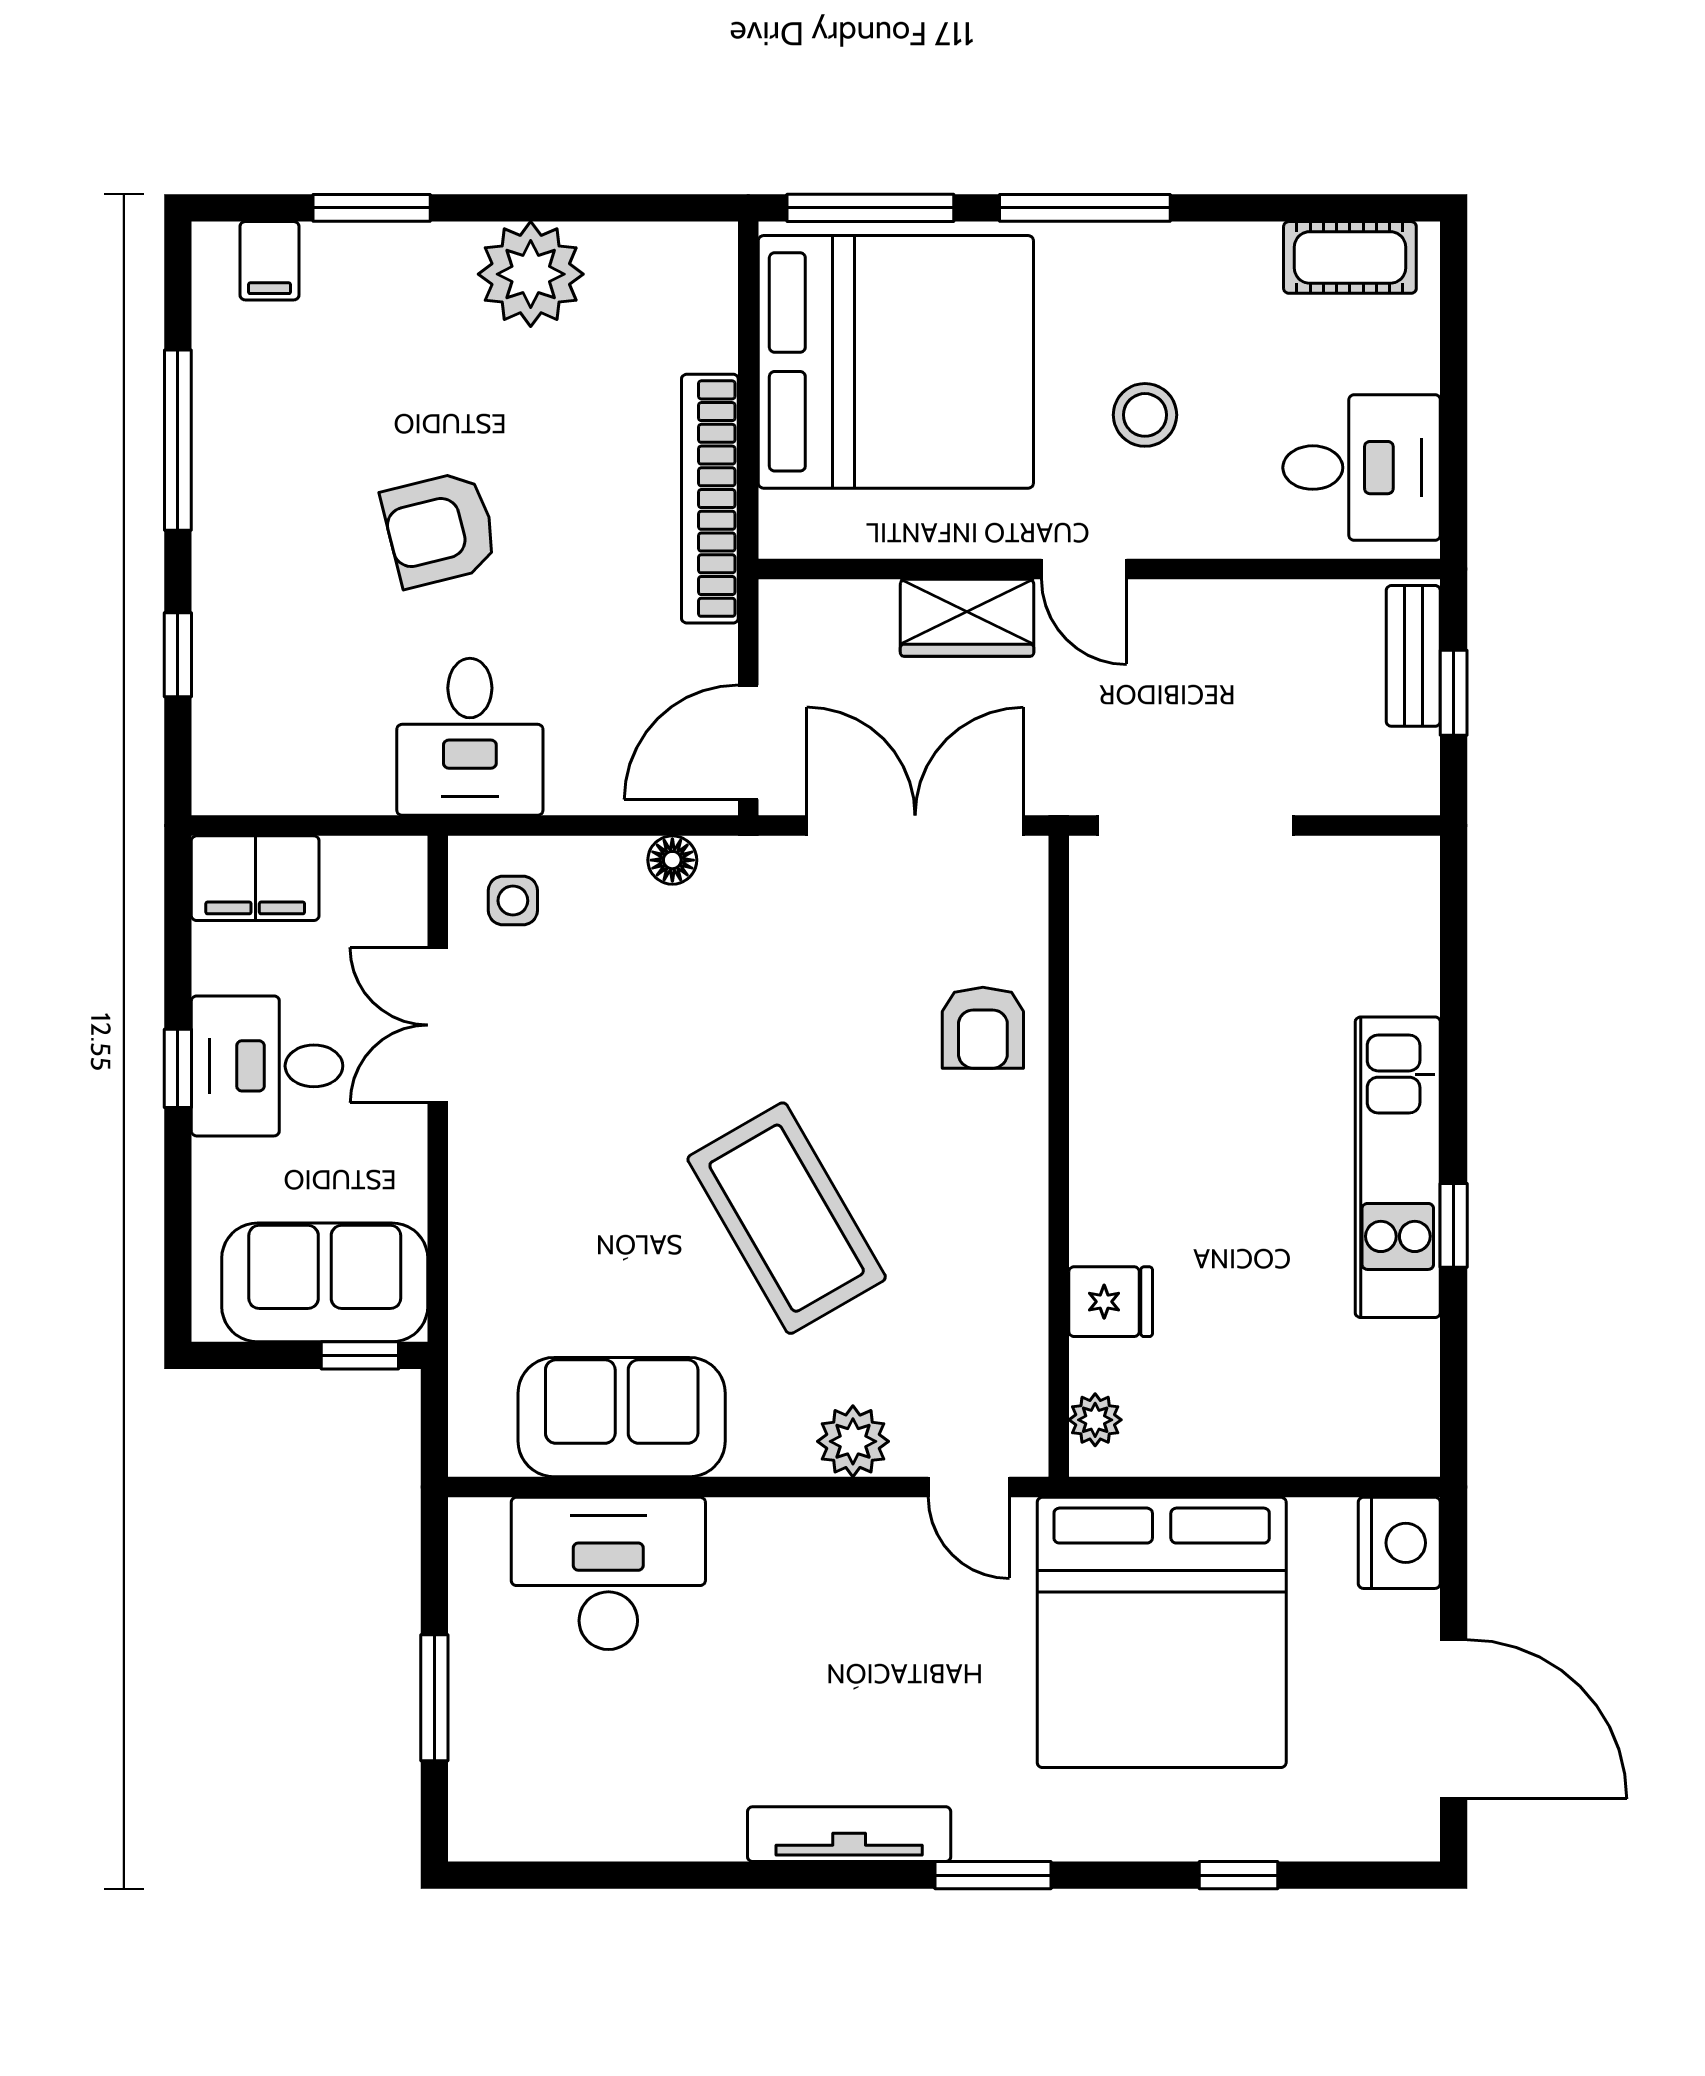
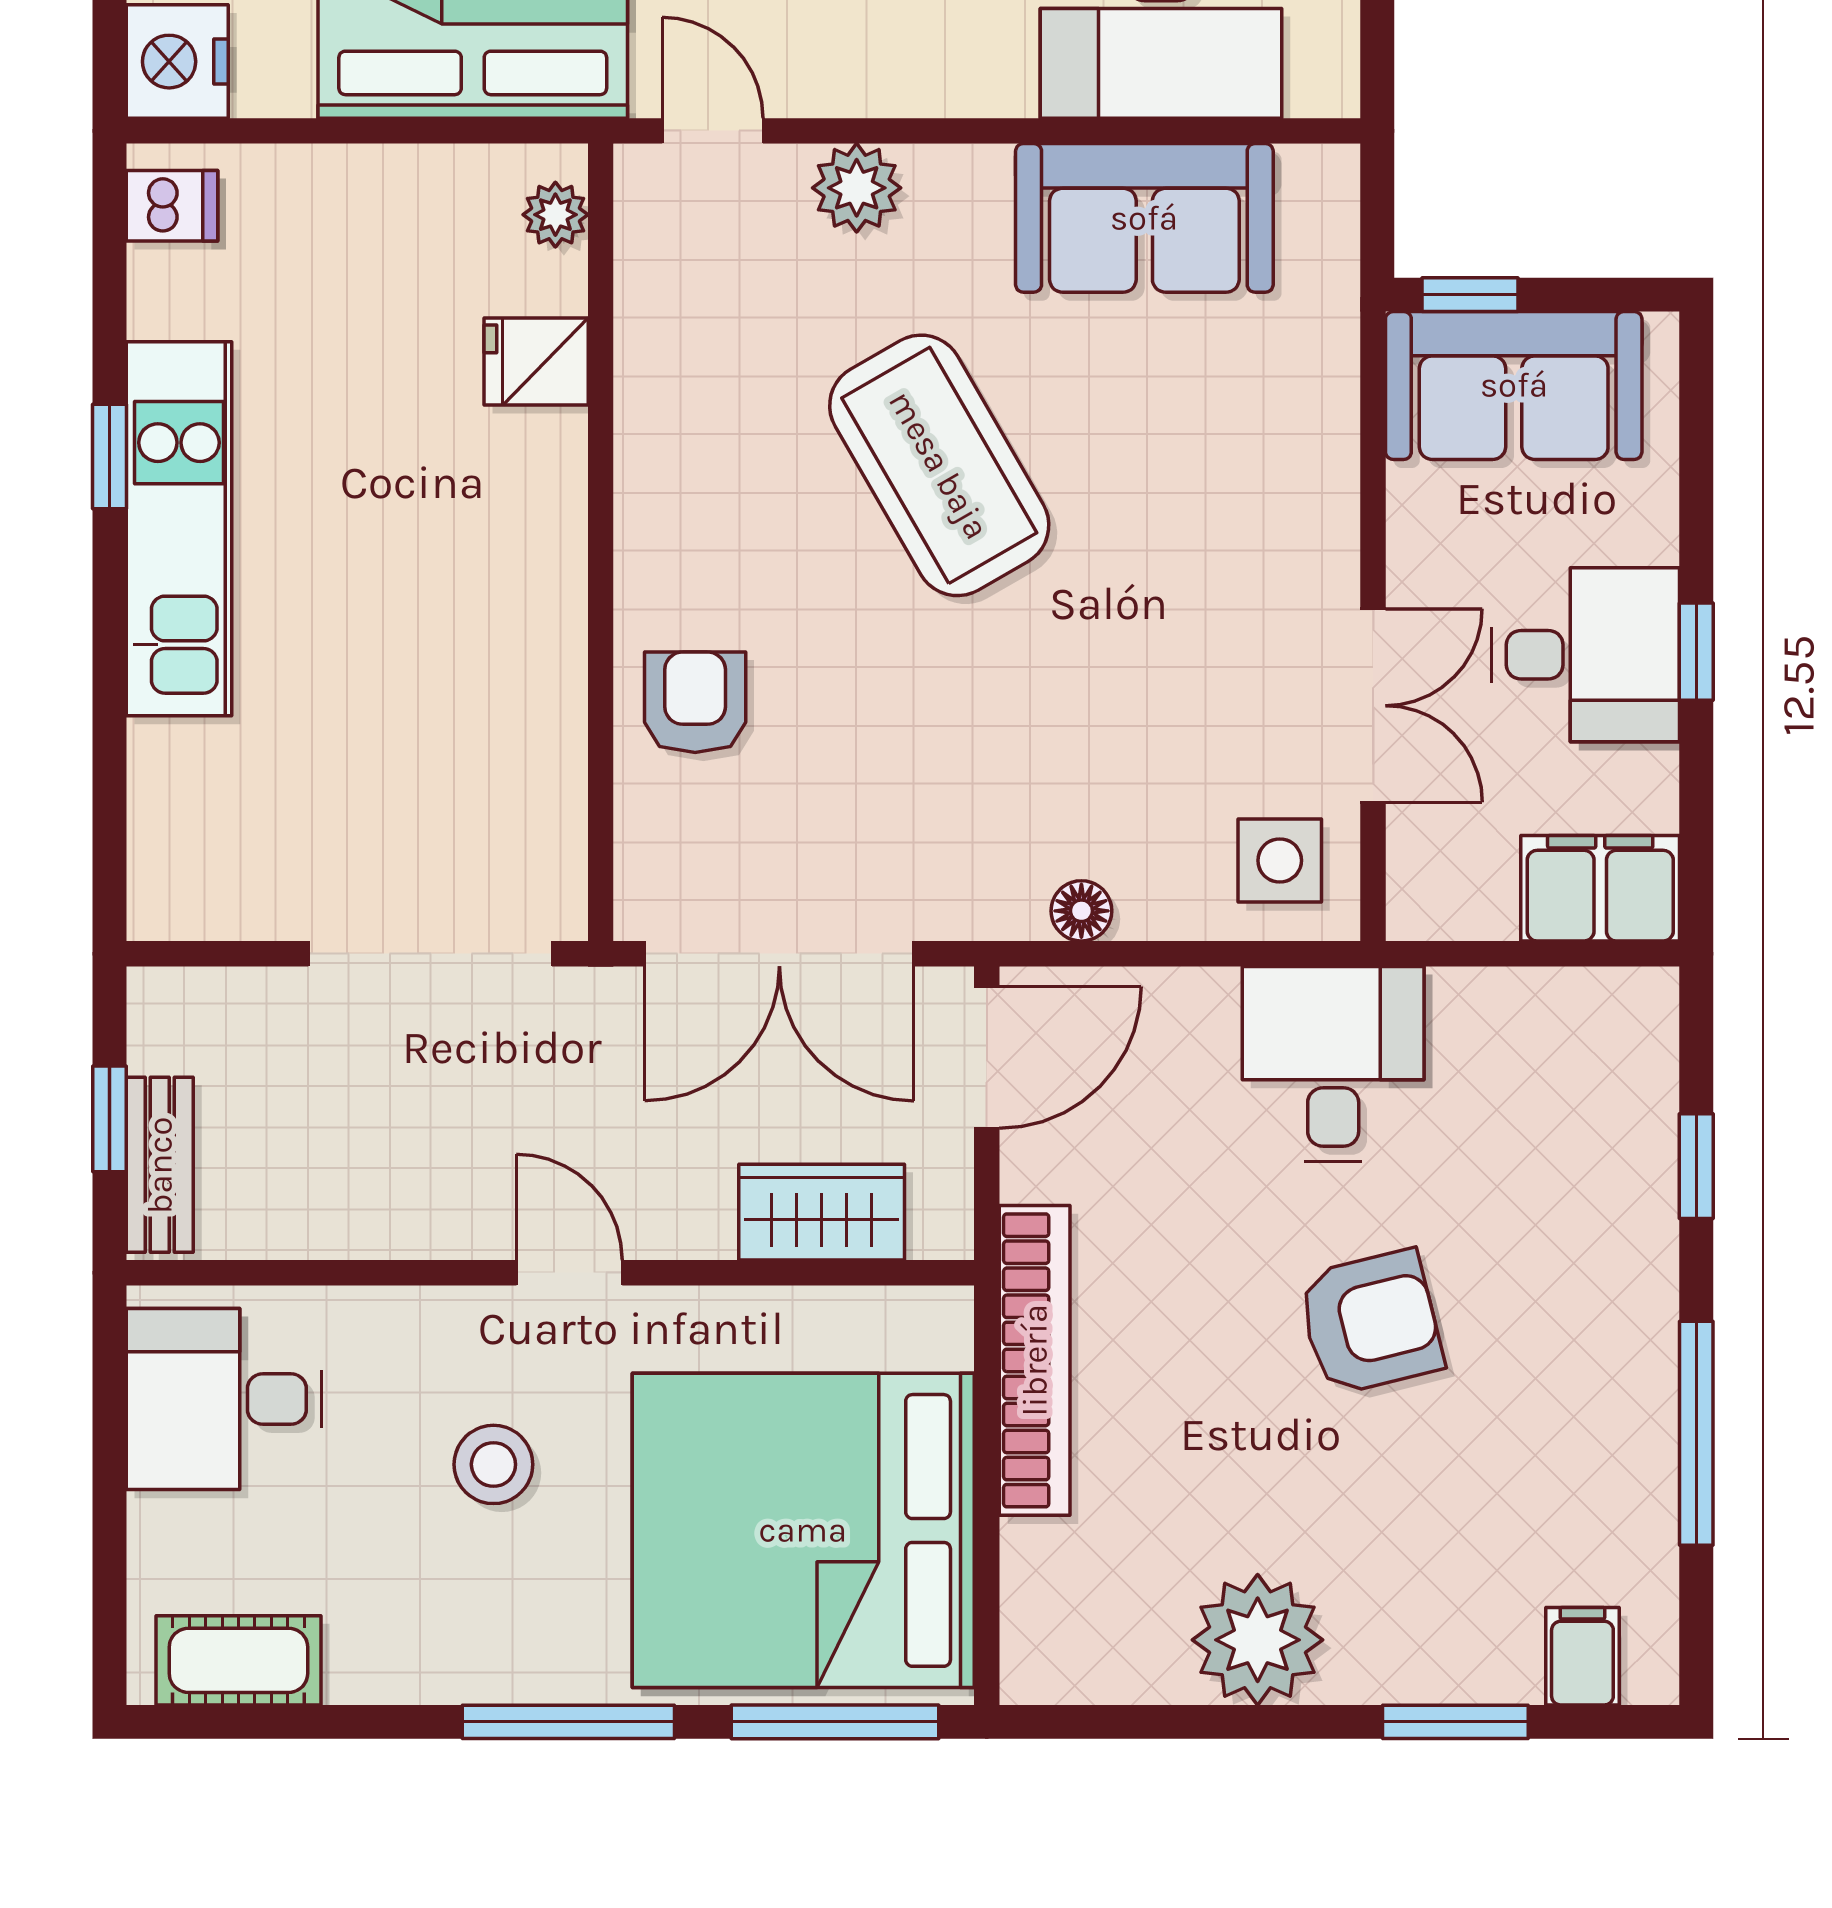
wardrobe: (967, 618) -> (822, 1212), moved
side table: (513, 901) -> (1280, 860), width x1.37, depth x1.37
dishwasher: (1404, 1427) -> (172, 206), added

